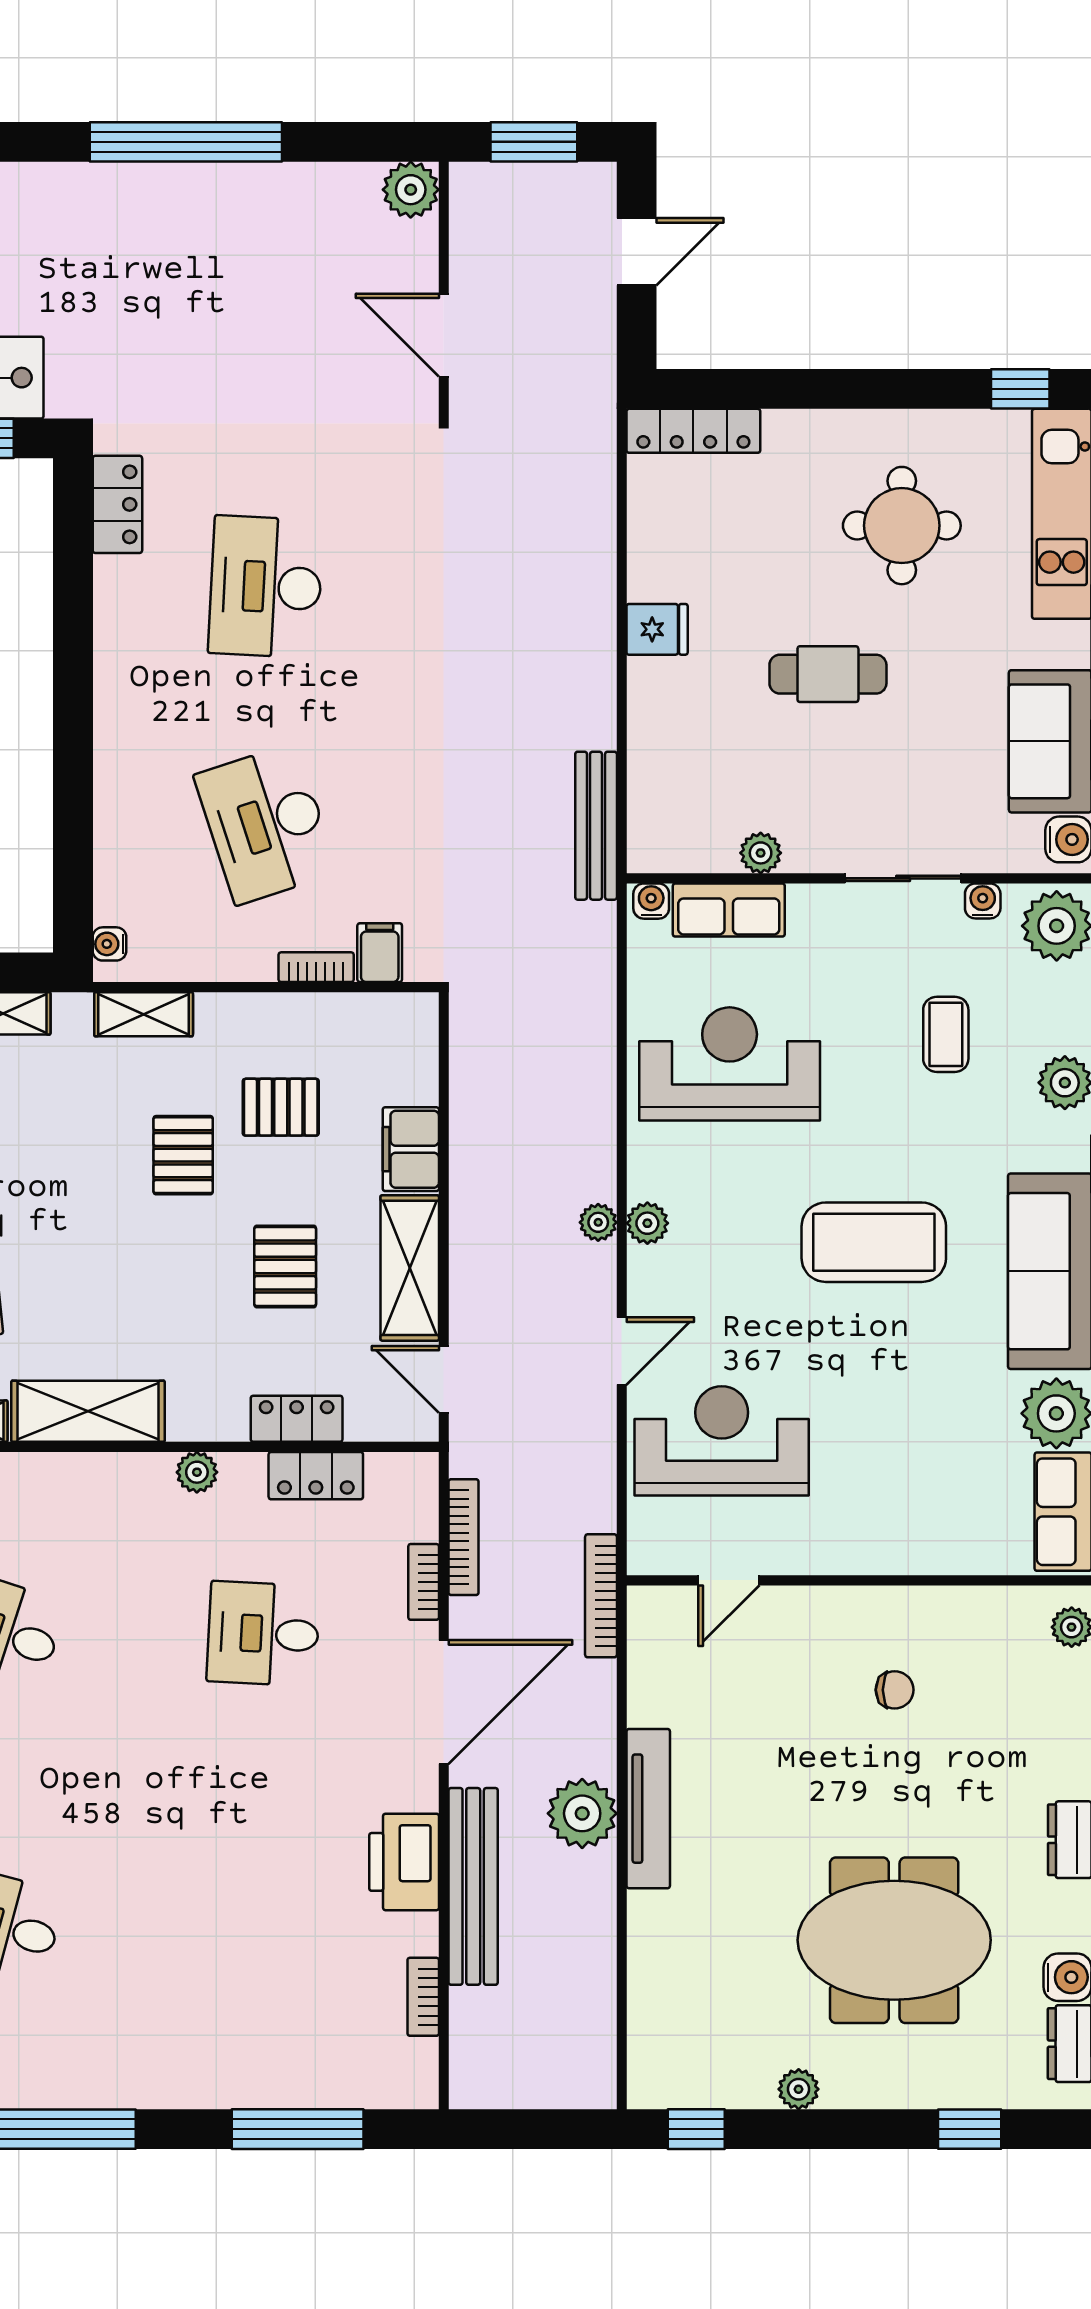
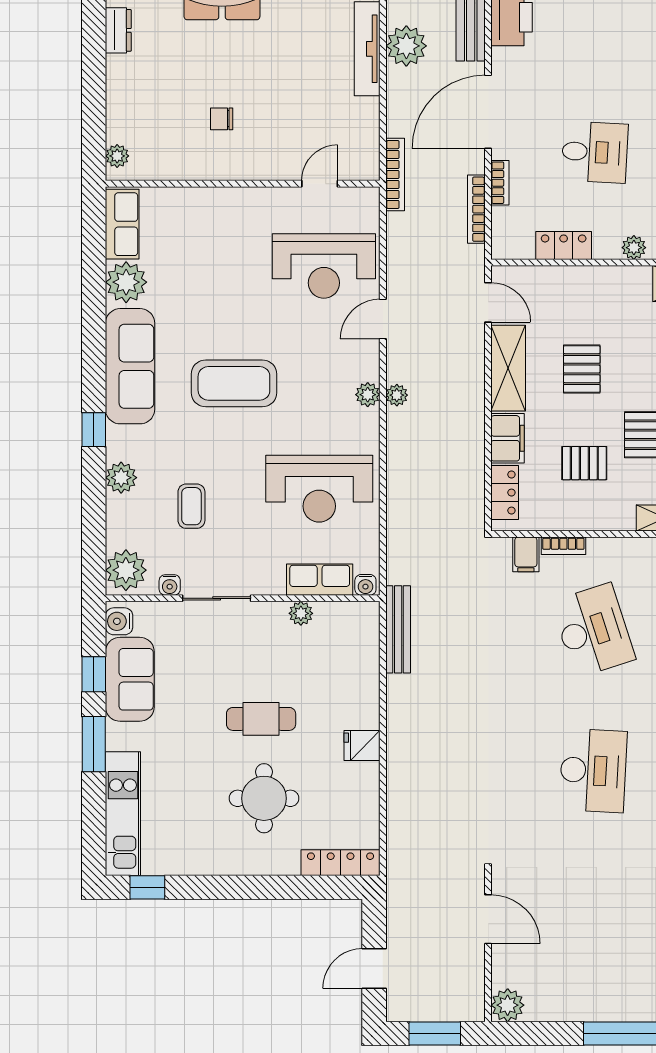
round table: (902, 526) -> (264, 798), moved
locker: (297, 1419) -> (505, 493), moved, turned -90

